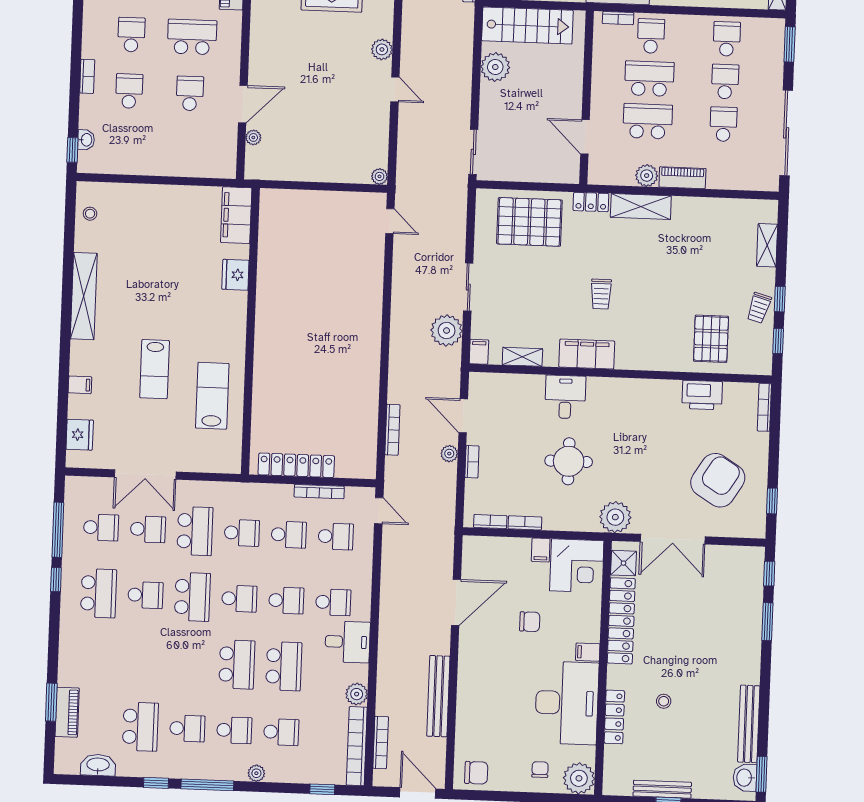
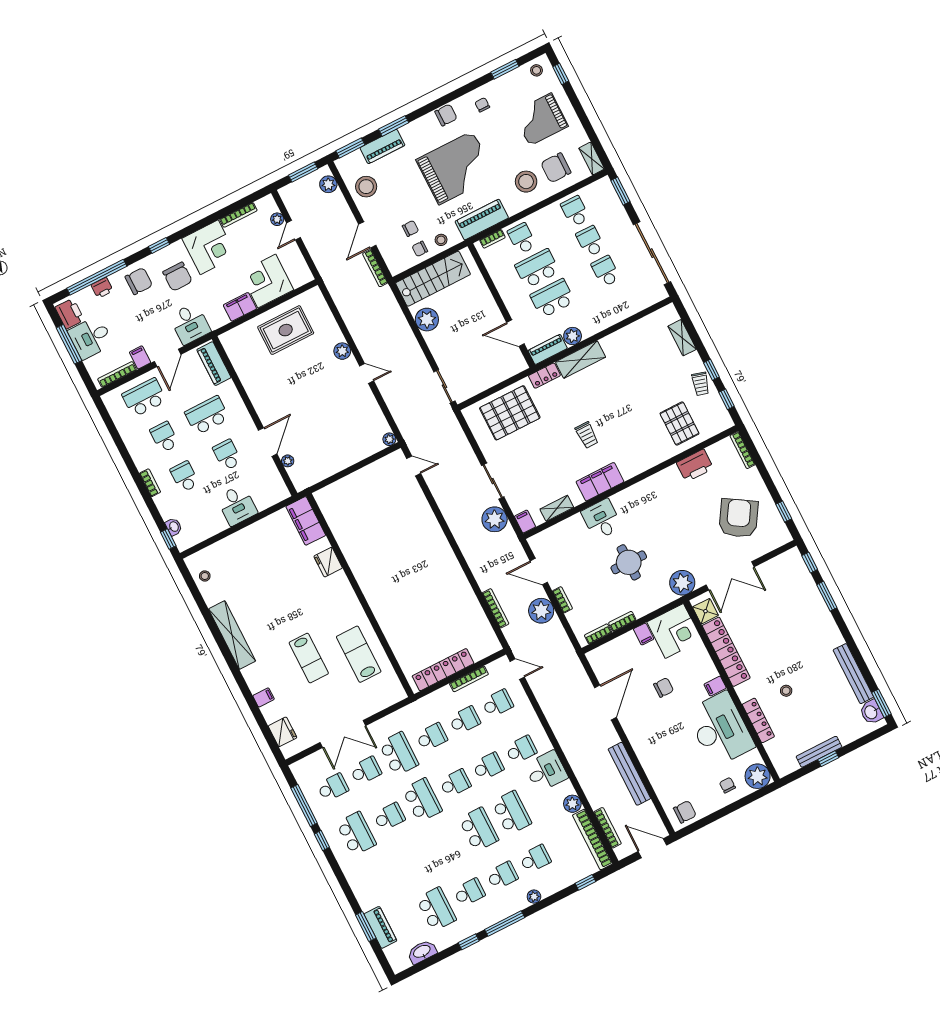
desk: (170, 155) -> (237, 505), added
piano: (682, 178) -> (548, 349), moved
plant: (449, 454) -> (541, 611), width x1.87, depth x1.87

